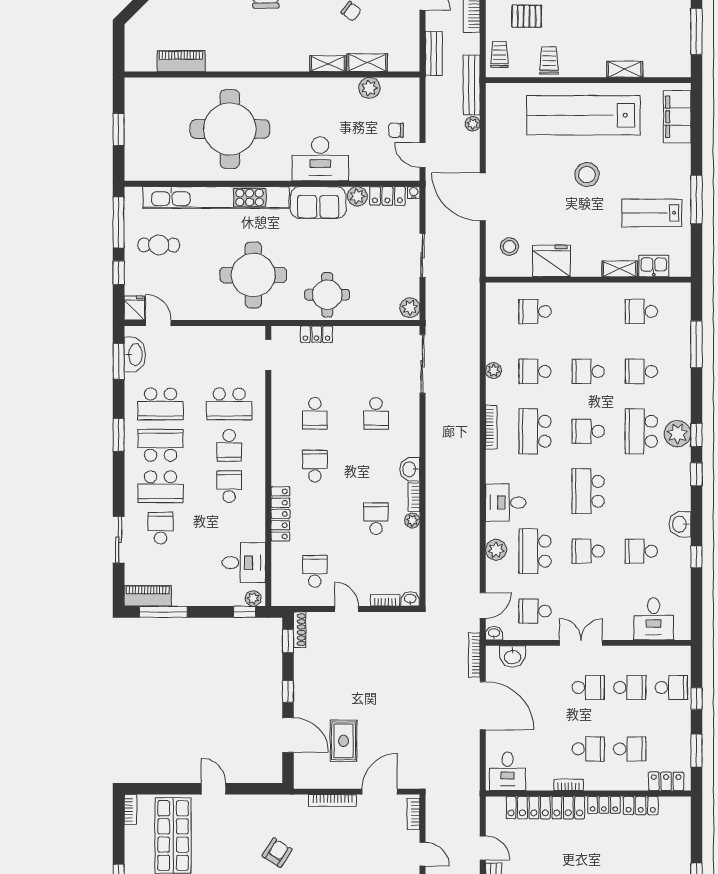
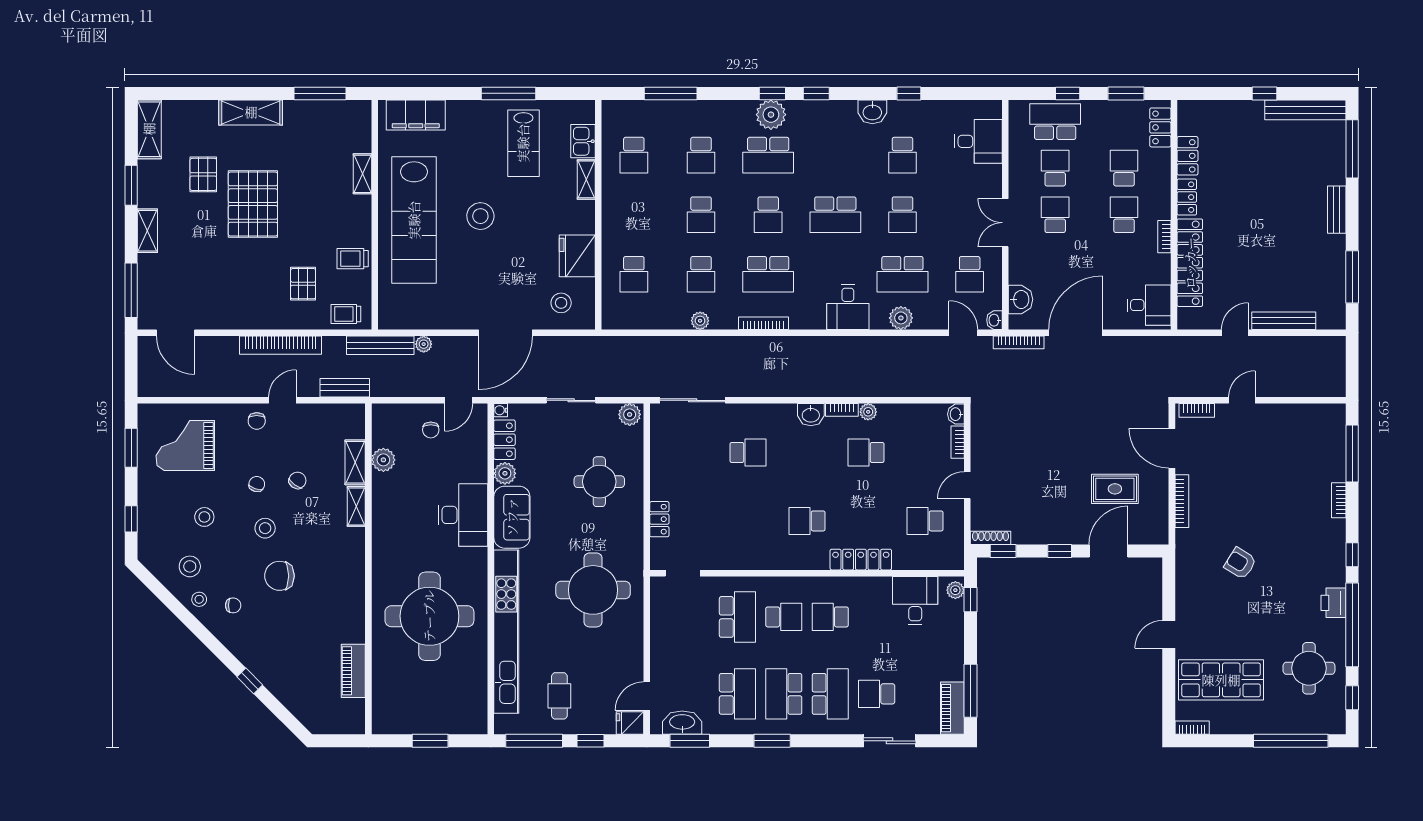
round table: (327, 295) -> (599, 482), moved
school desk: (315, 413) -> (748, 521), removed
school desk: (671, 687) -> (1055, 122), width x1.85

